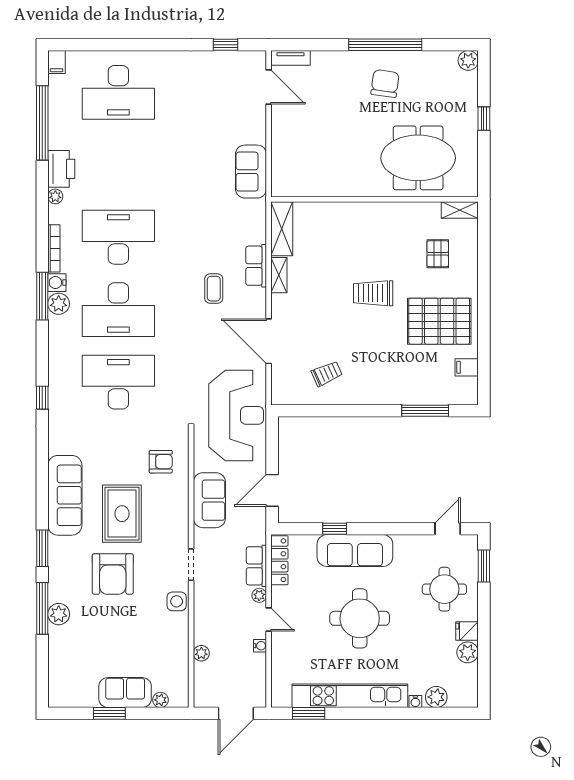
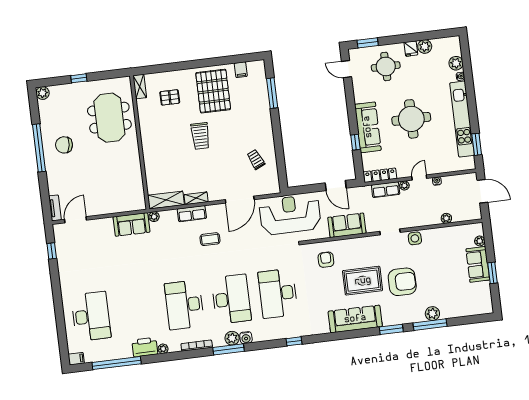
plant: (259, 207) -> (154, 217), added
water cooler: (57, 283) -> (246, 338), moved

